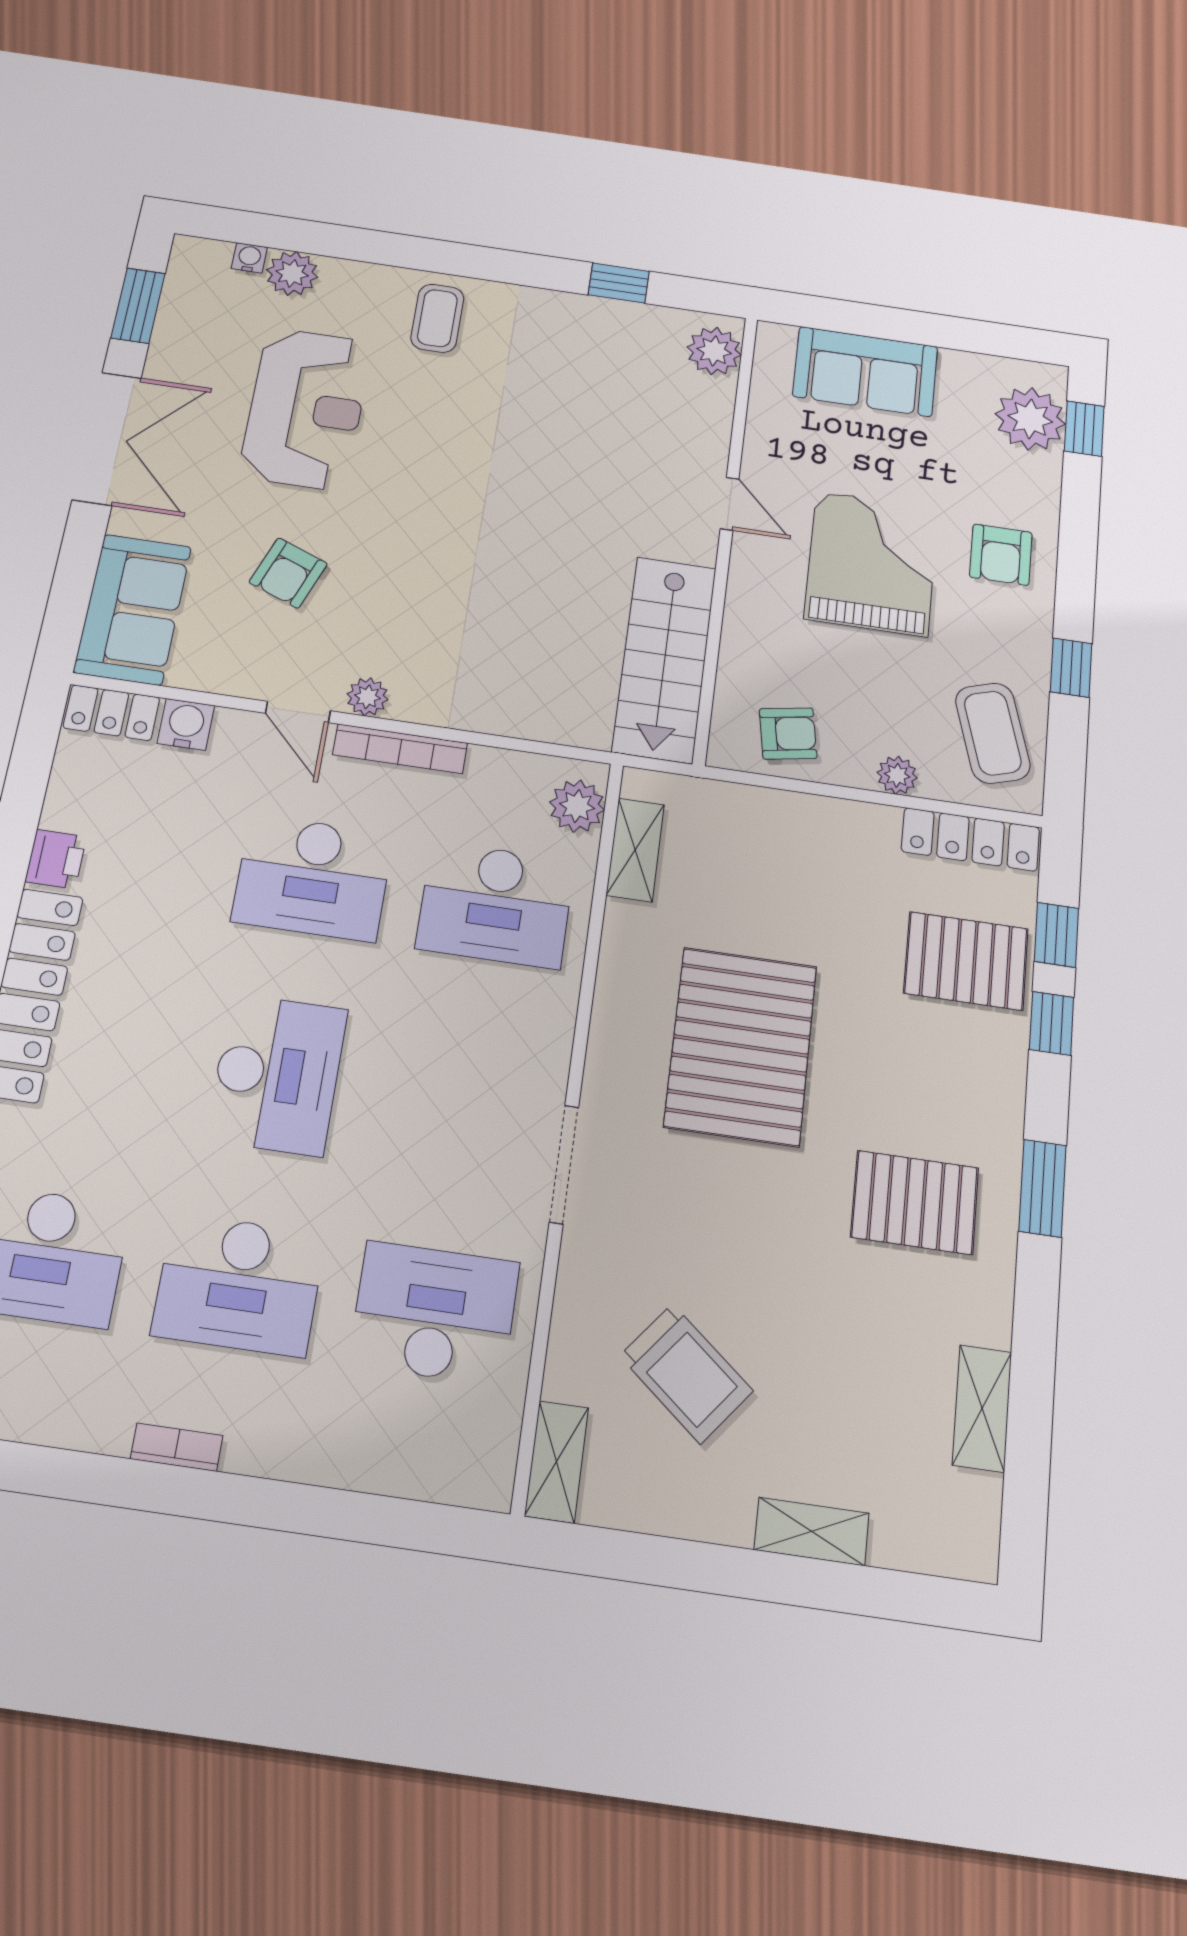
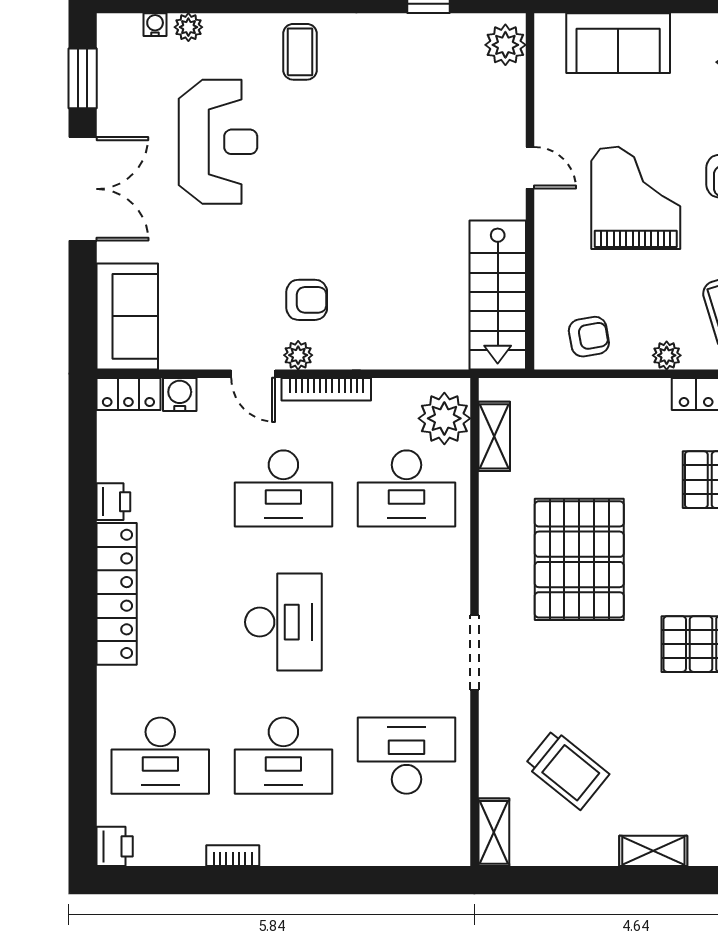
plant: (292, 273) -> (188, 27), width x0.73, depth x0.73
armchair: (288, 573) -> (307, 300), moved, turned -111
plant: (577, 806) -> (444, 418), width x1.36, depth x1.36
bookcase: (177, 1447) -> (233, 856), moved

